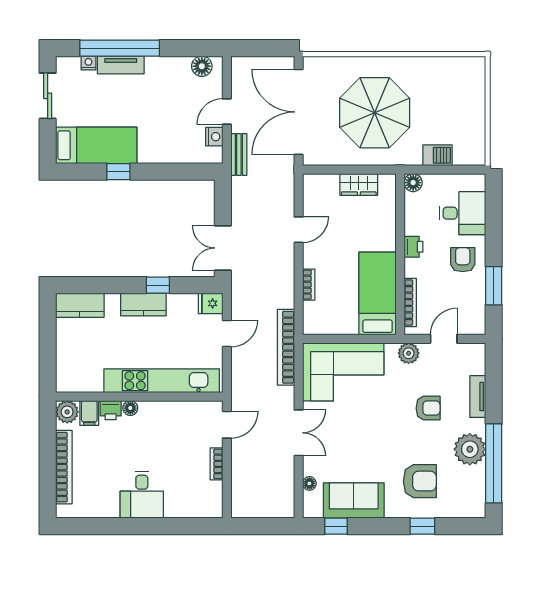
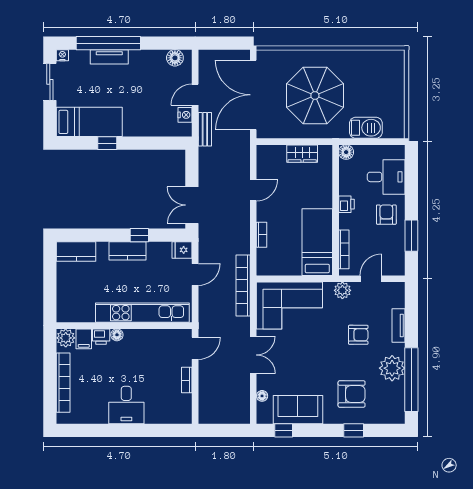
nightstand: (88, 63) -> (62, 55), moved
barbecue: (438, 155) -> (366, 128), width x1.38, depth x1.27

